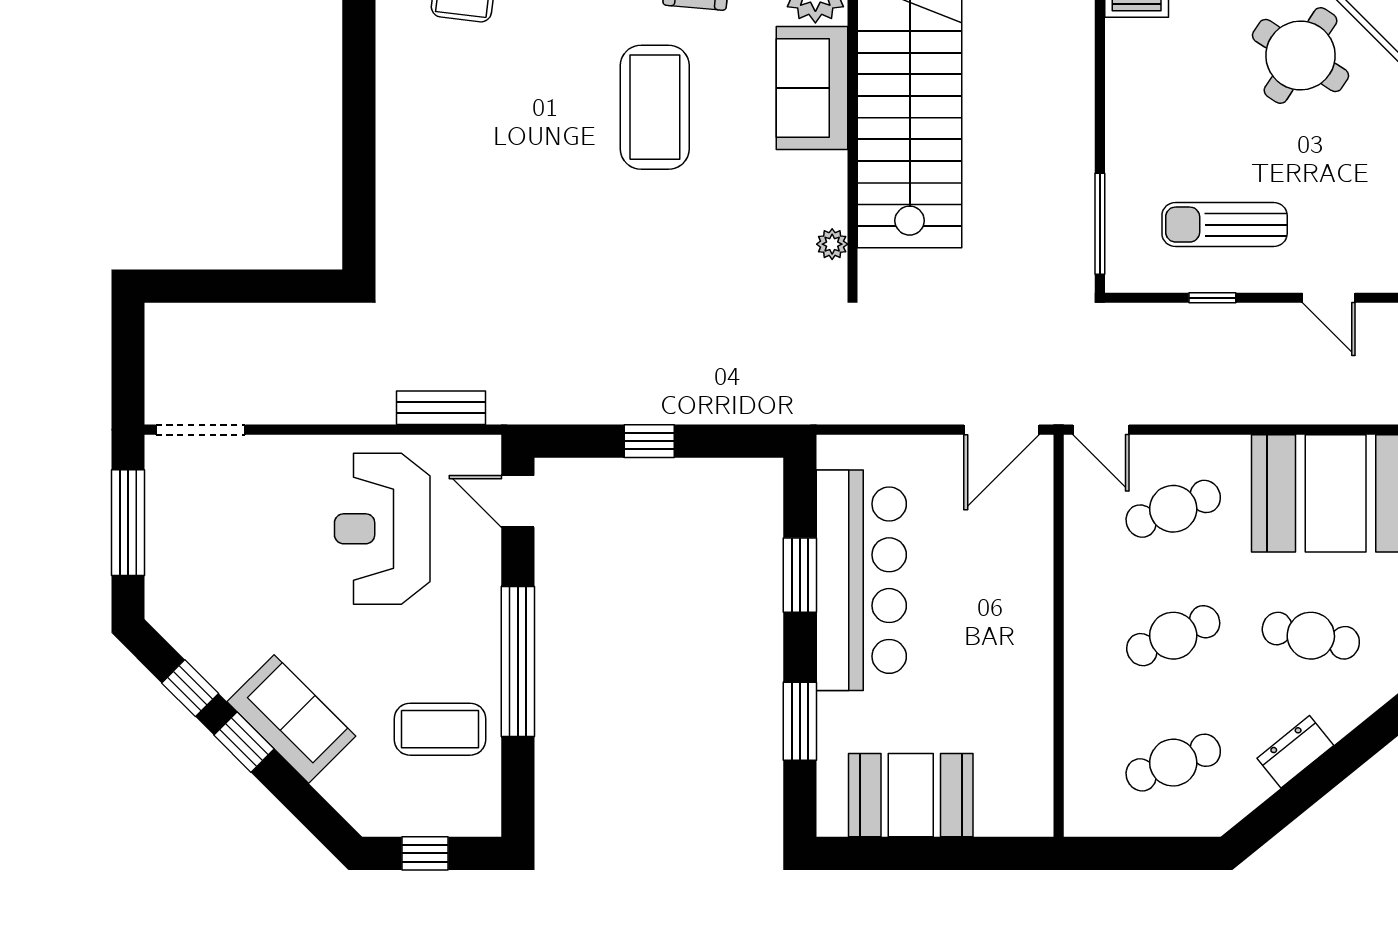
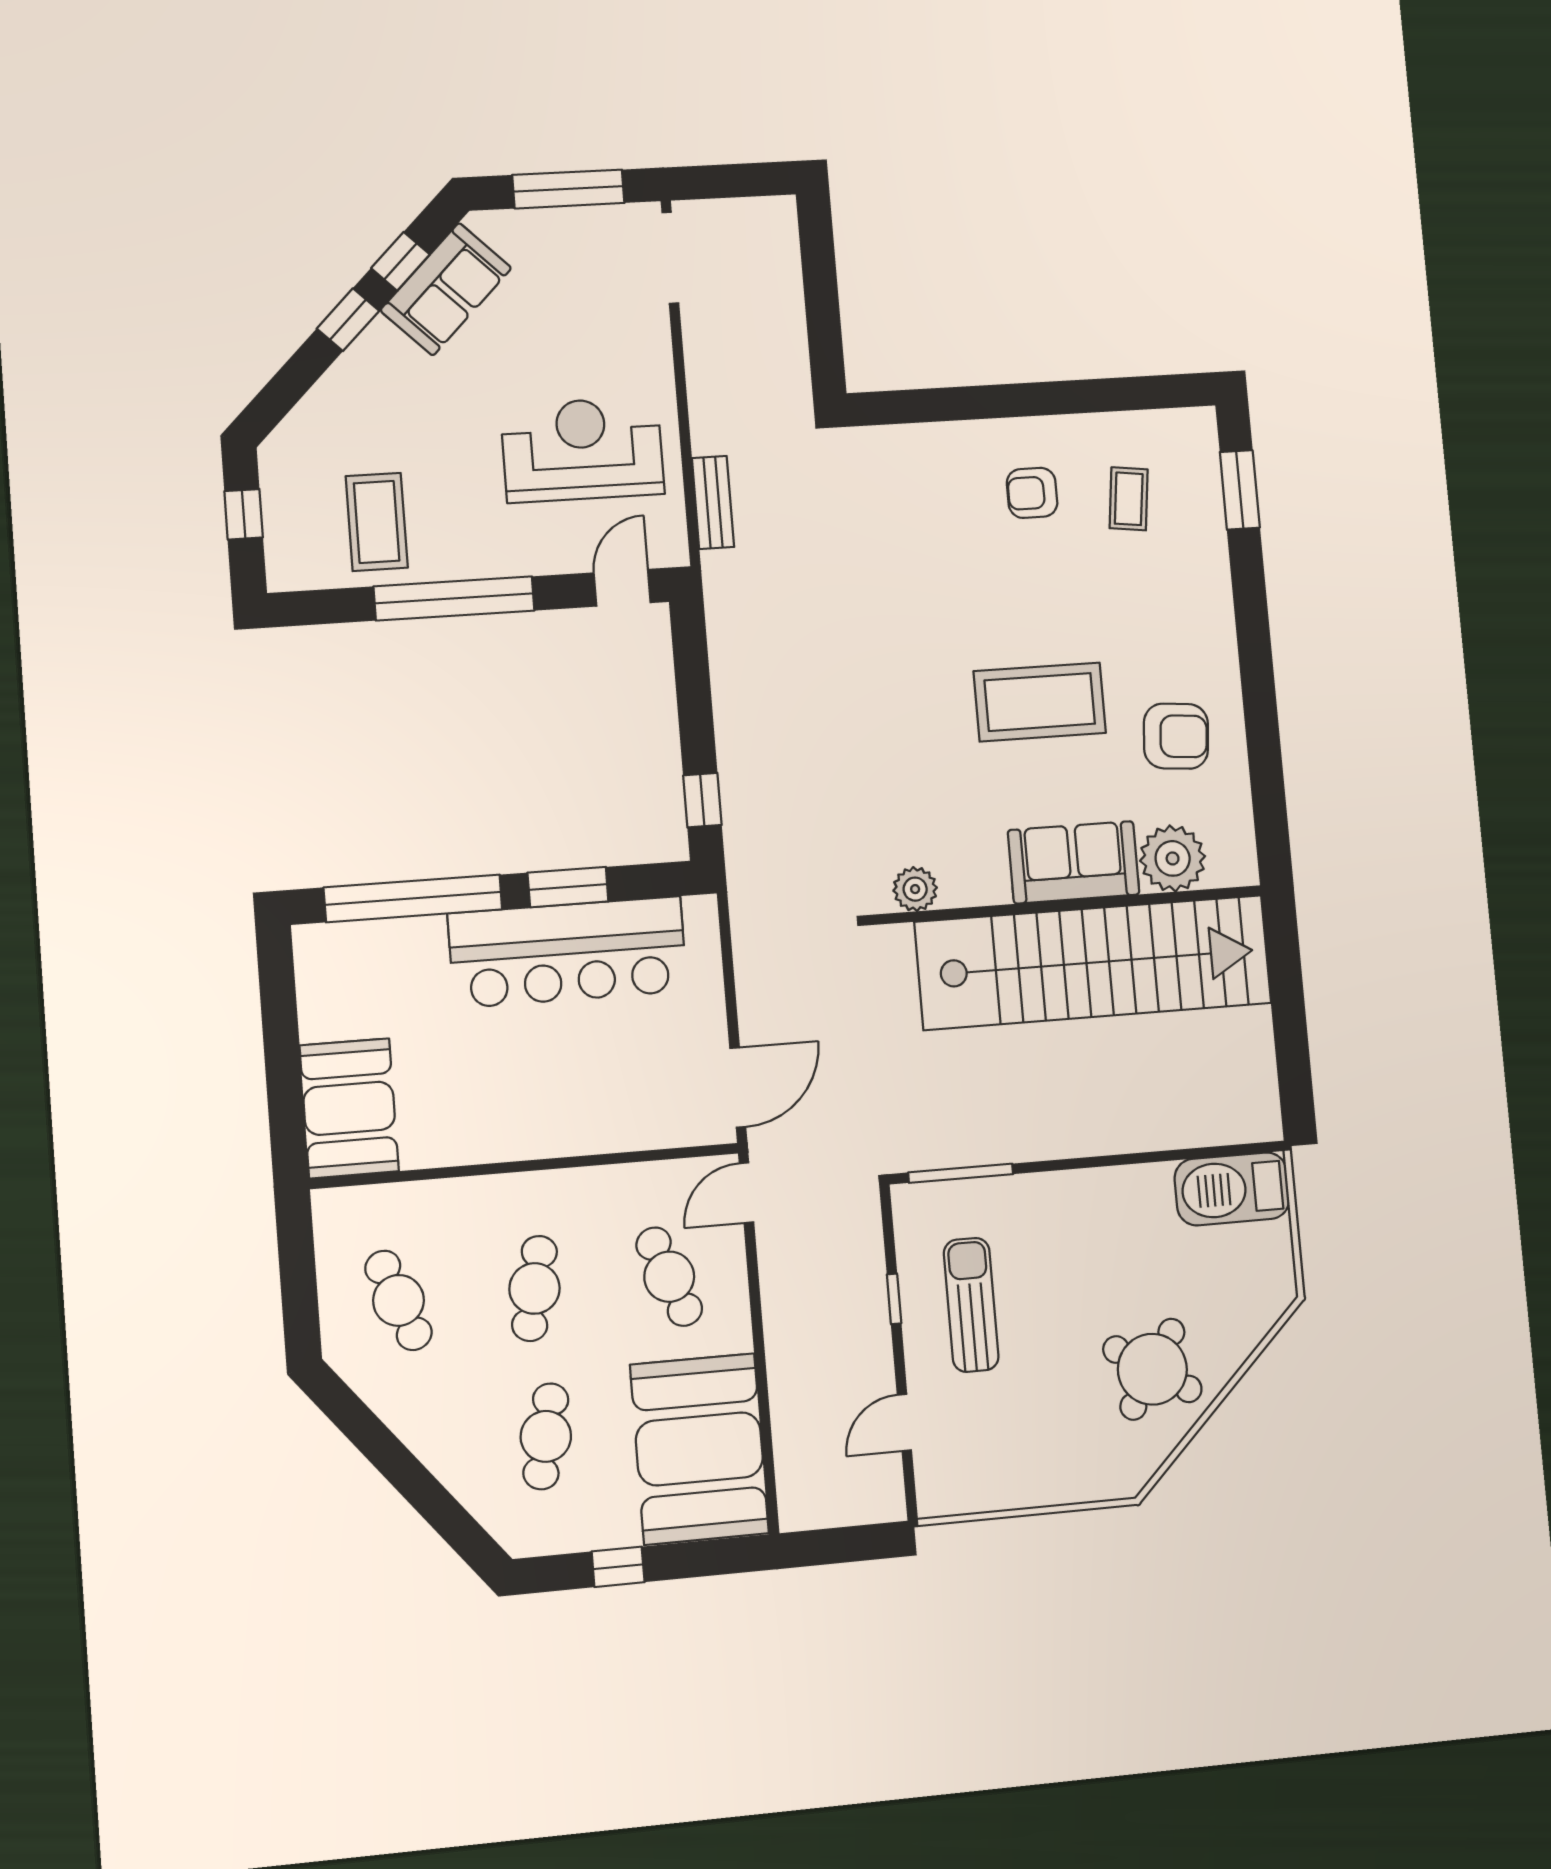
armchair: (451, 97) -> (1032, 493), added
plant: (832, 244) -> (915, 889), width x1.38, depth x1.38
door: (1001, 430) -> (738, 1087), swing flipped
window: (649, 441) -> (702, 800), moved
cafe table: (1173, 636) -> (534, 1288), turned 36
sofa: (291, 719) -> (446, 289), moved
window: (800, 721) -> (413, 898), width x2.11
dresser: (1295, 752) -> (420, 1431), removed
booth: (911, 795) -> (349, 1108), moved

